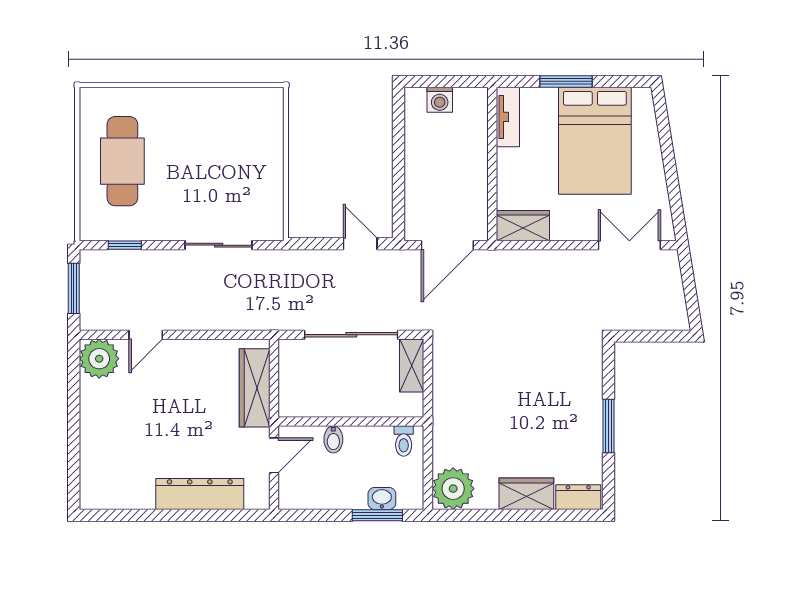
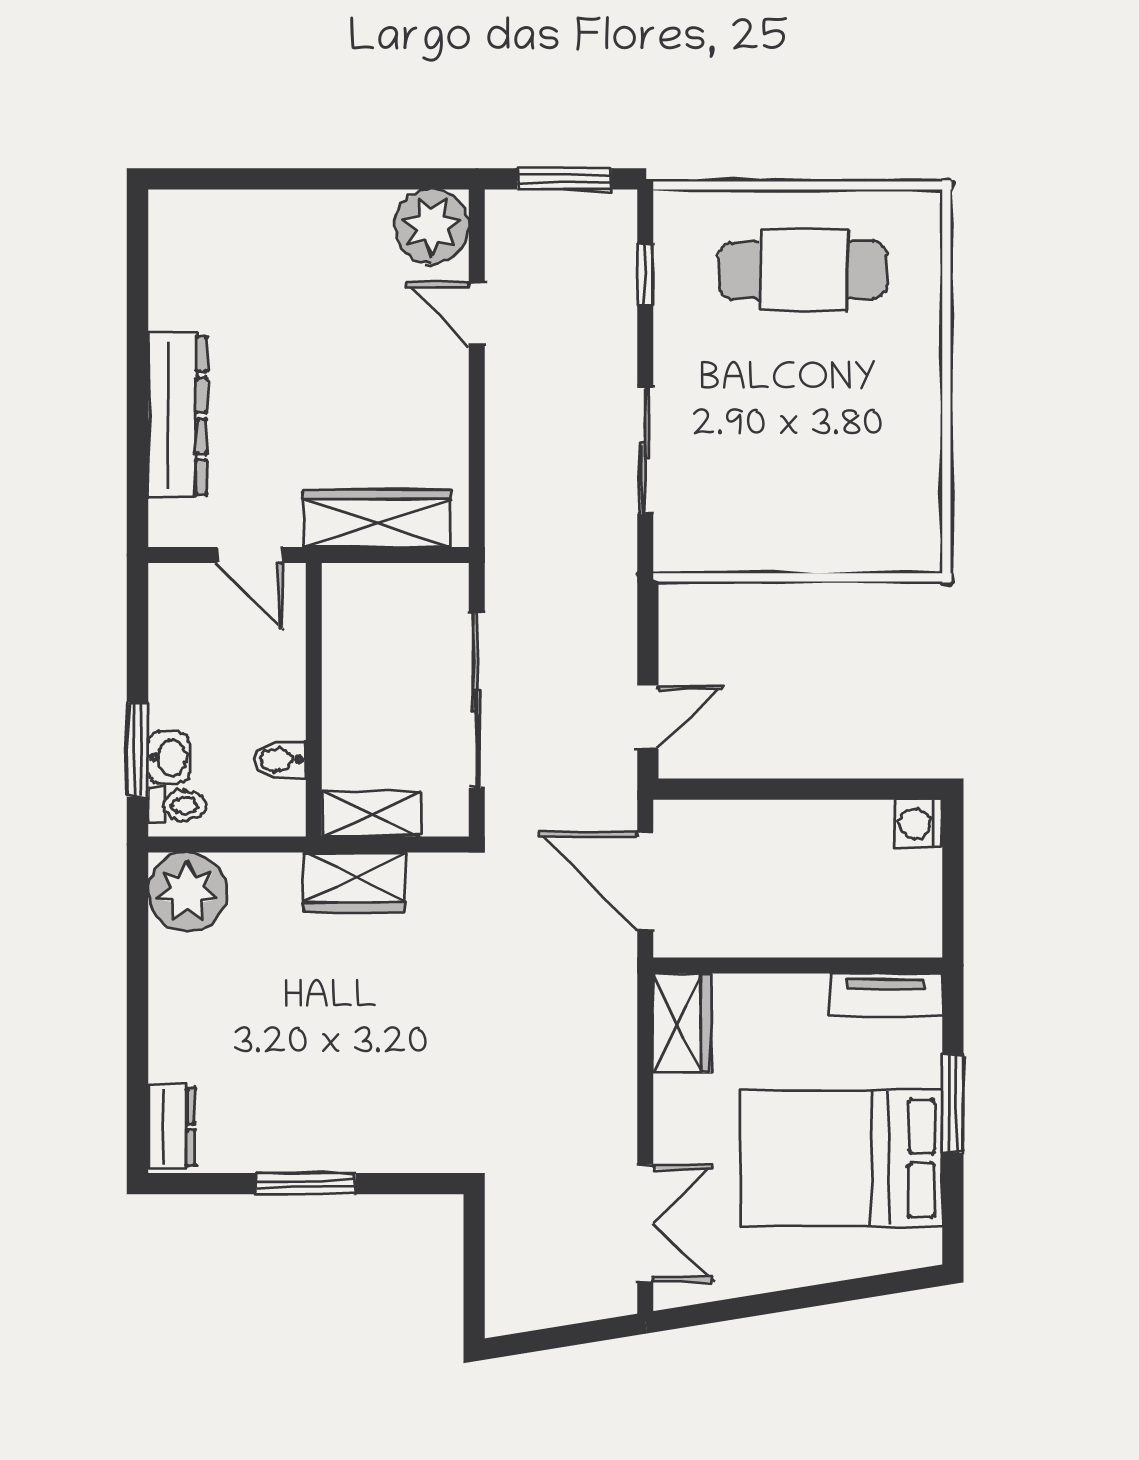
washing machine: (440, 100) -> (919, 824), moved
shelving: (412, 366) -> (372, 814), moved
bidet: (333, 439) -> (280, 759), moved
toilet: (404, 441) -> (177, 806), moved, turned 180
wardrobe: (526, 494) -> (354, 882), moved, turned 90

